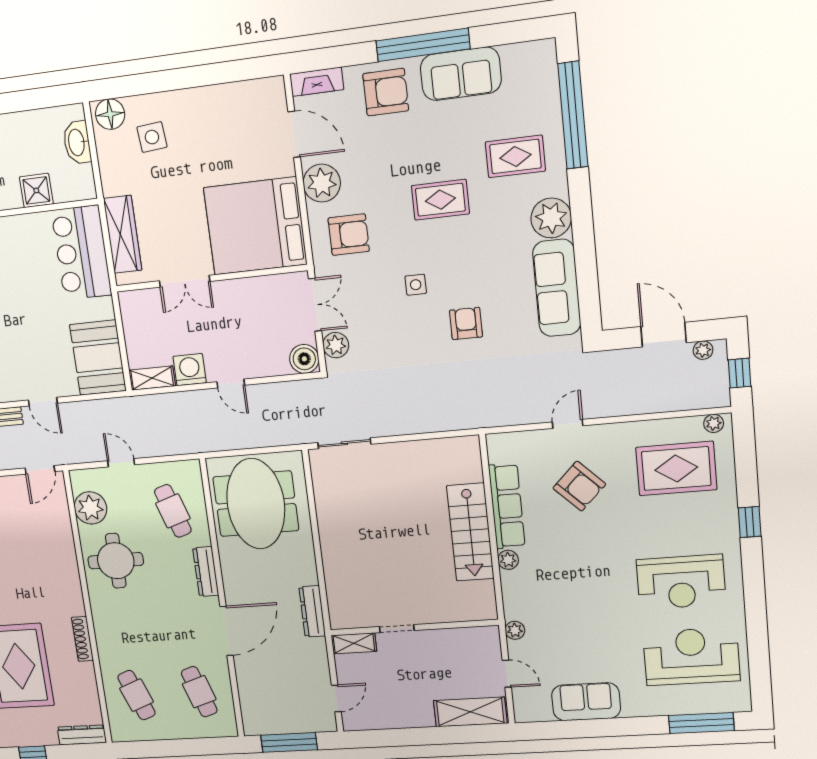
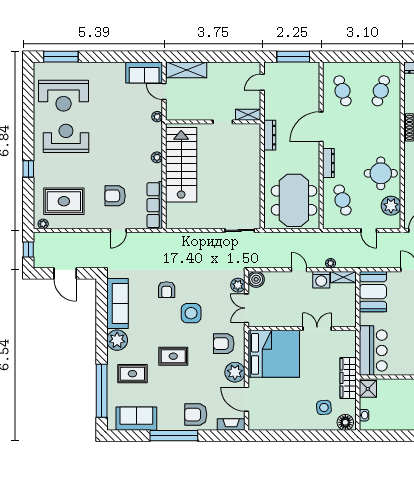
sofa: (461, 74) -> (136, 419), moved
washbasin: (77, 142) -> (364, 415), width x0.52, depth x0.69
shower: (36, 190) -> (368, 389), moved
wardrobe: (123, 234) -> (348, 378), moved
side table: (416, 285) -> (191, 313), width x1.87, depth x1.87
plant: (703, 350) -> (331, 263), moved
armchair: (579, 486) -> (115, 196), turned -45
row of seats: (507, 506) -> (155, 205), moved
stairs: (470, 532) -> (181, 165), width x1.36, depth x1.51
cafe table: (137, 695) -> (381, 91), turned 39
sofa: (586, 702) -> (144, 73), moved

